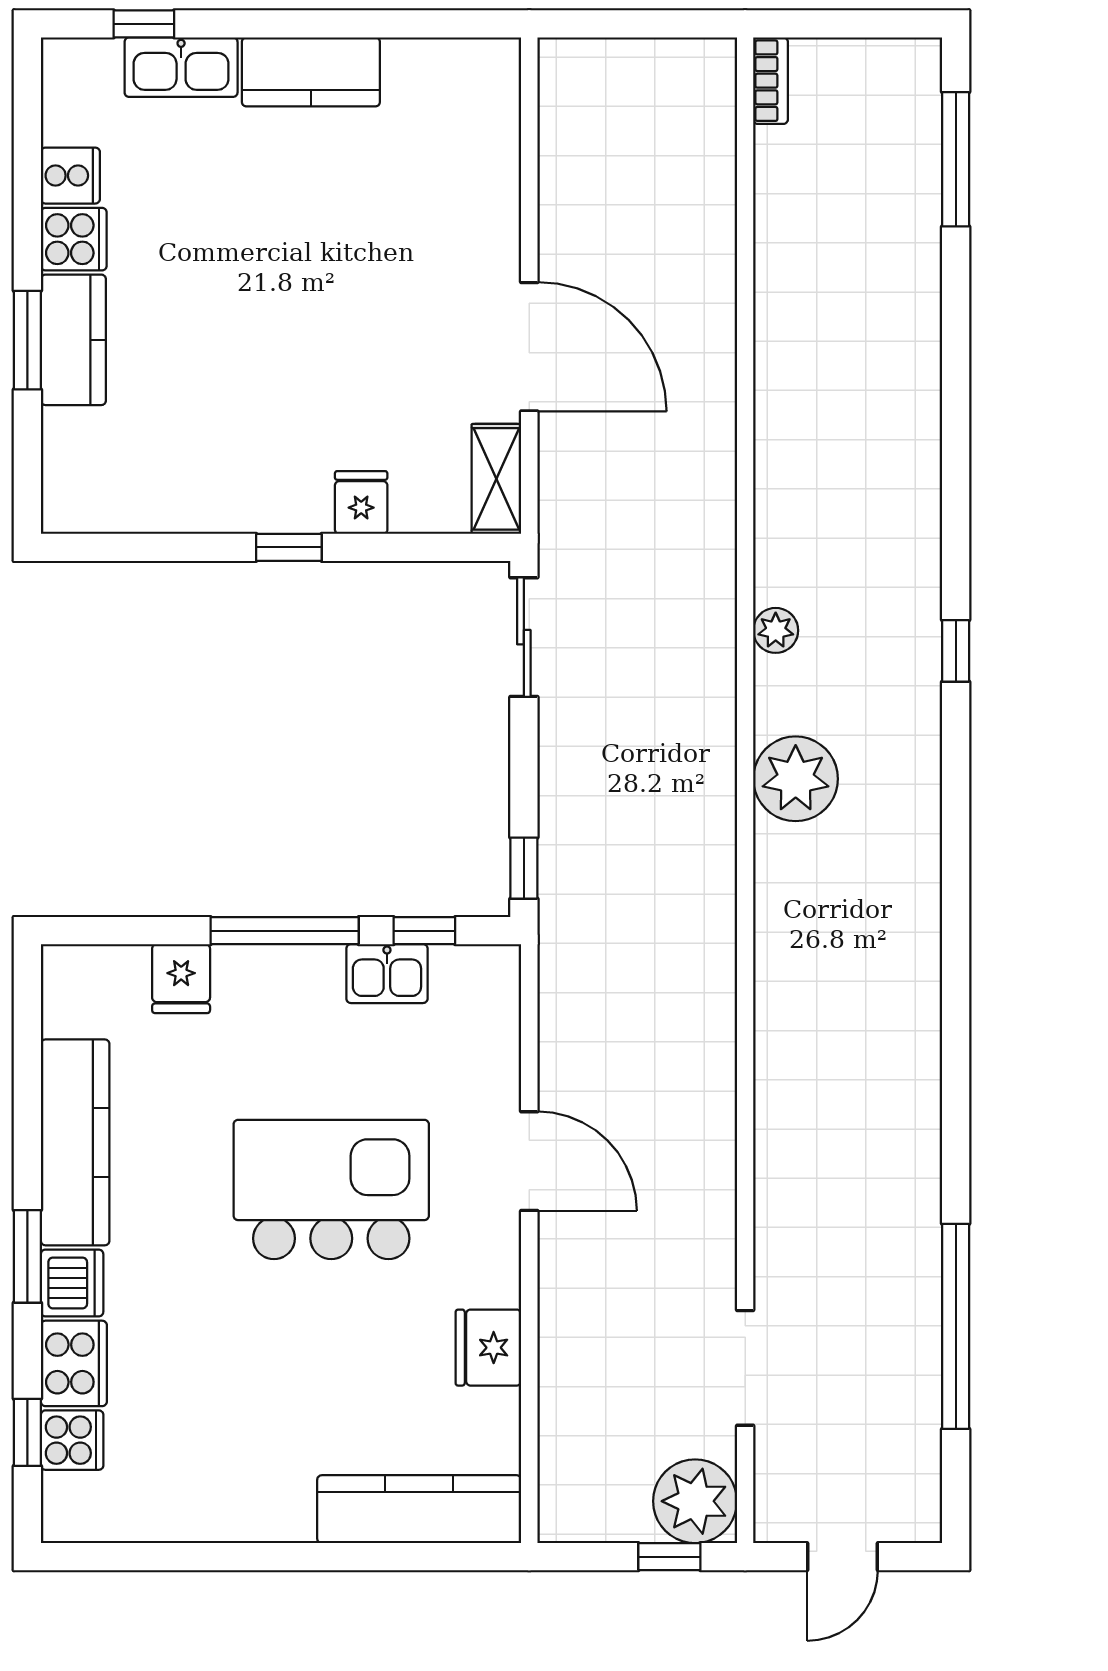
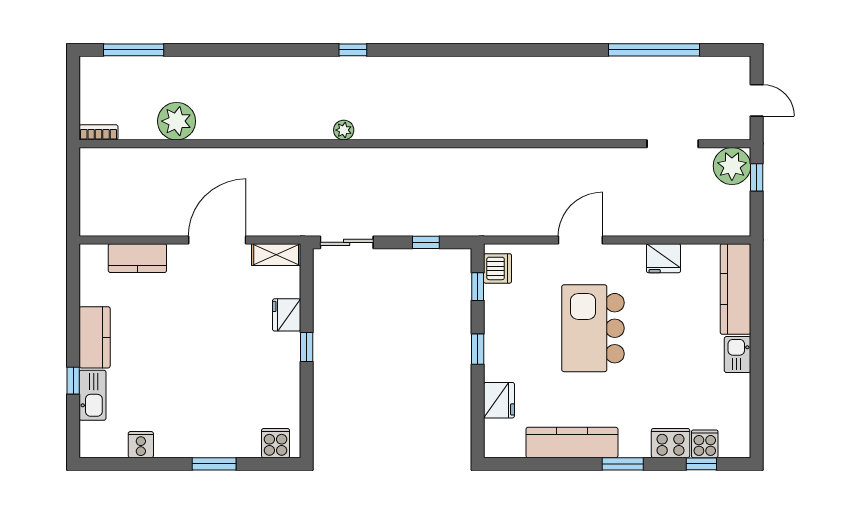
window: (144, 24) -> (73, 381), moved
cooker: (74, 239) -> (276, 443), moved
kitchen counter: (73, 340) -> (137, 258), moved, turned 180
fridge: (361, 502) -> (287, 315), width x1.38
plant: (796, 779) -> (177, 121), moved
window: (524, 868) -> (426, 242), moved
window: (285, 931) -> (478, 349), width x0.46
kitchen sink: (387, 974) -> (738, 355), moved, turned 180
fridge: (181, 979) -> (499, 400), width x1.38
dishwasher: (72, 1283) -> (497, 268), moved, turned 90

